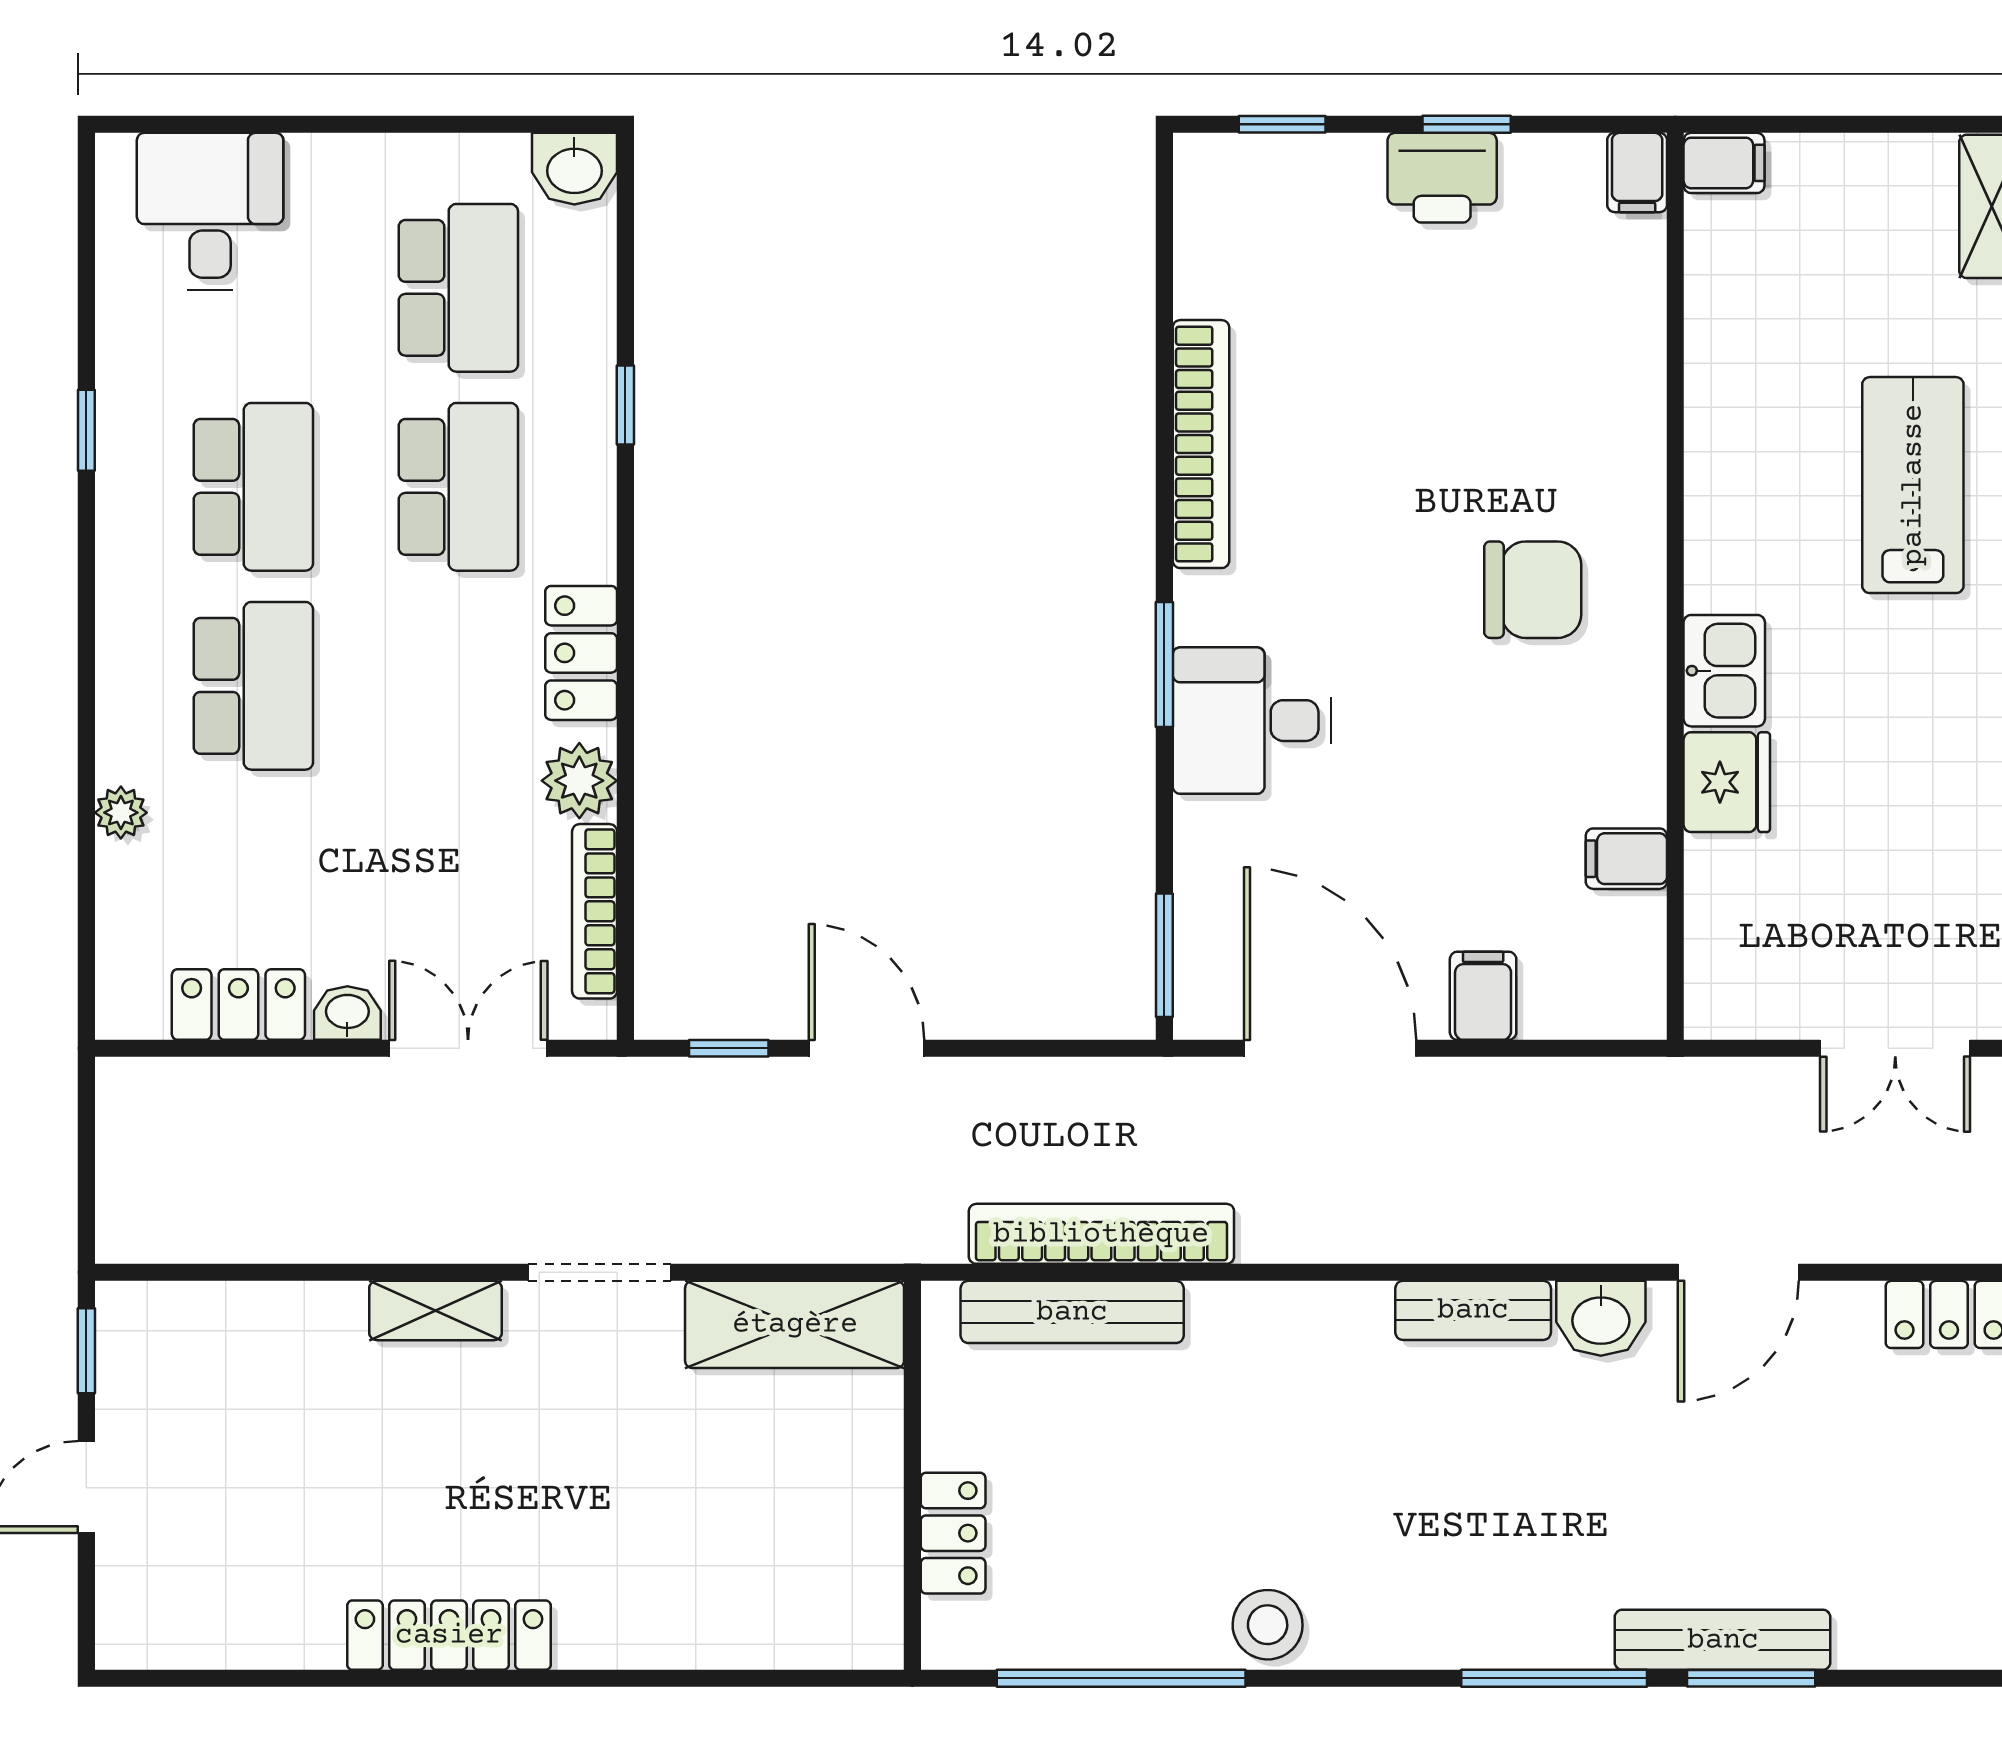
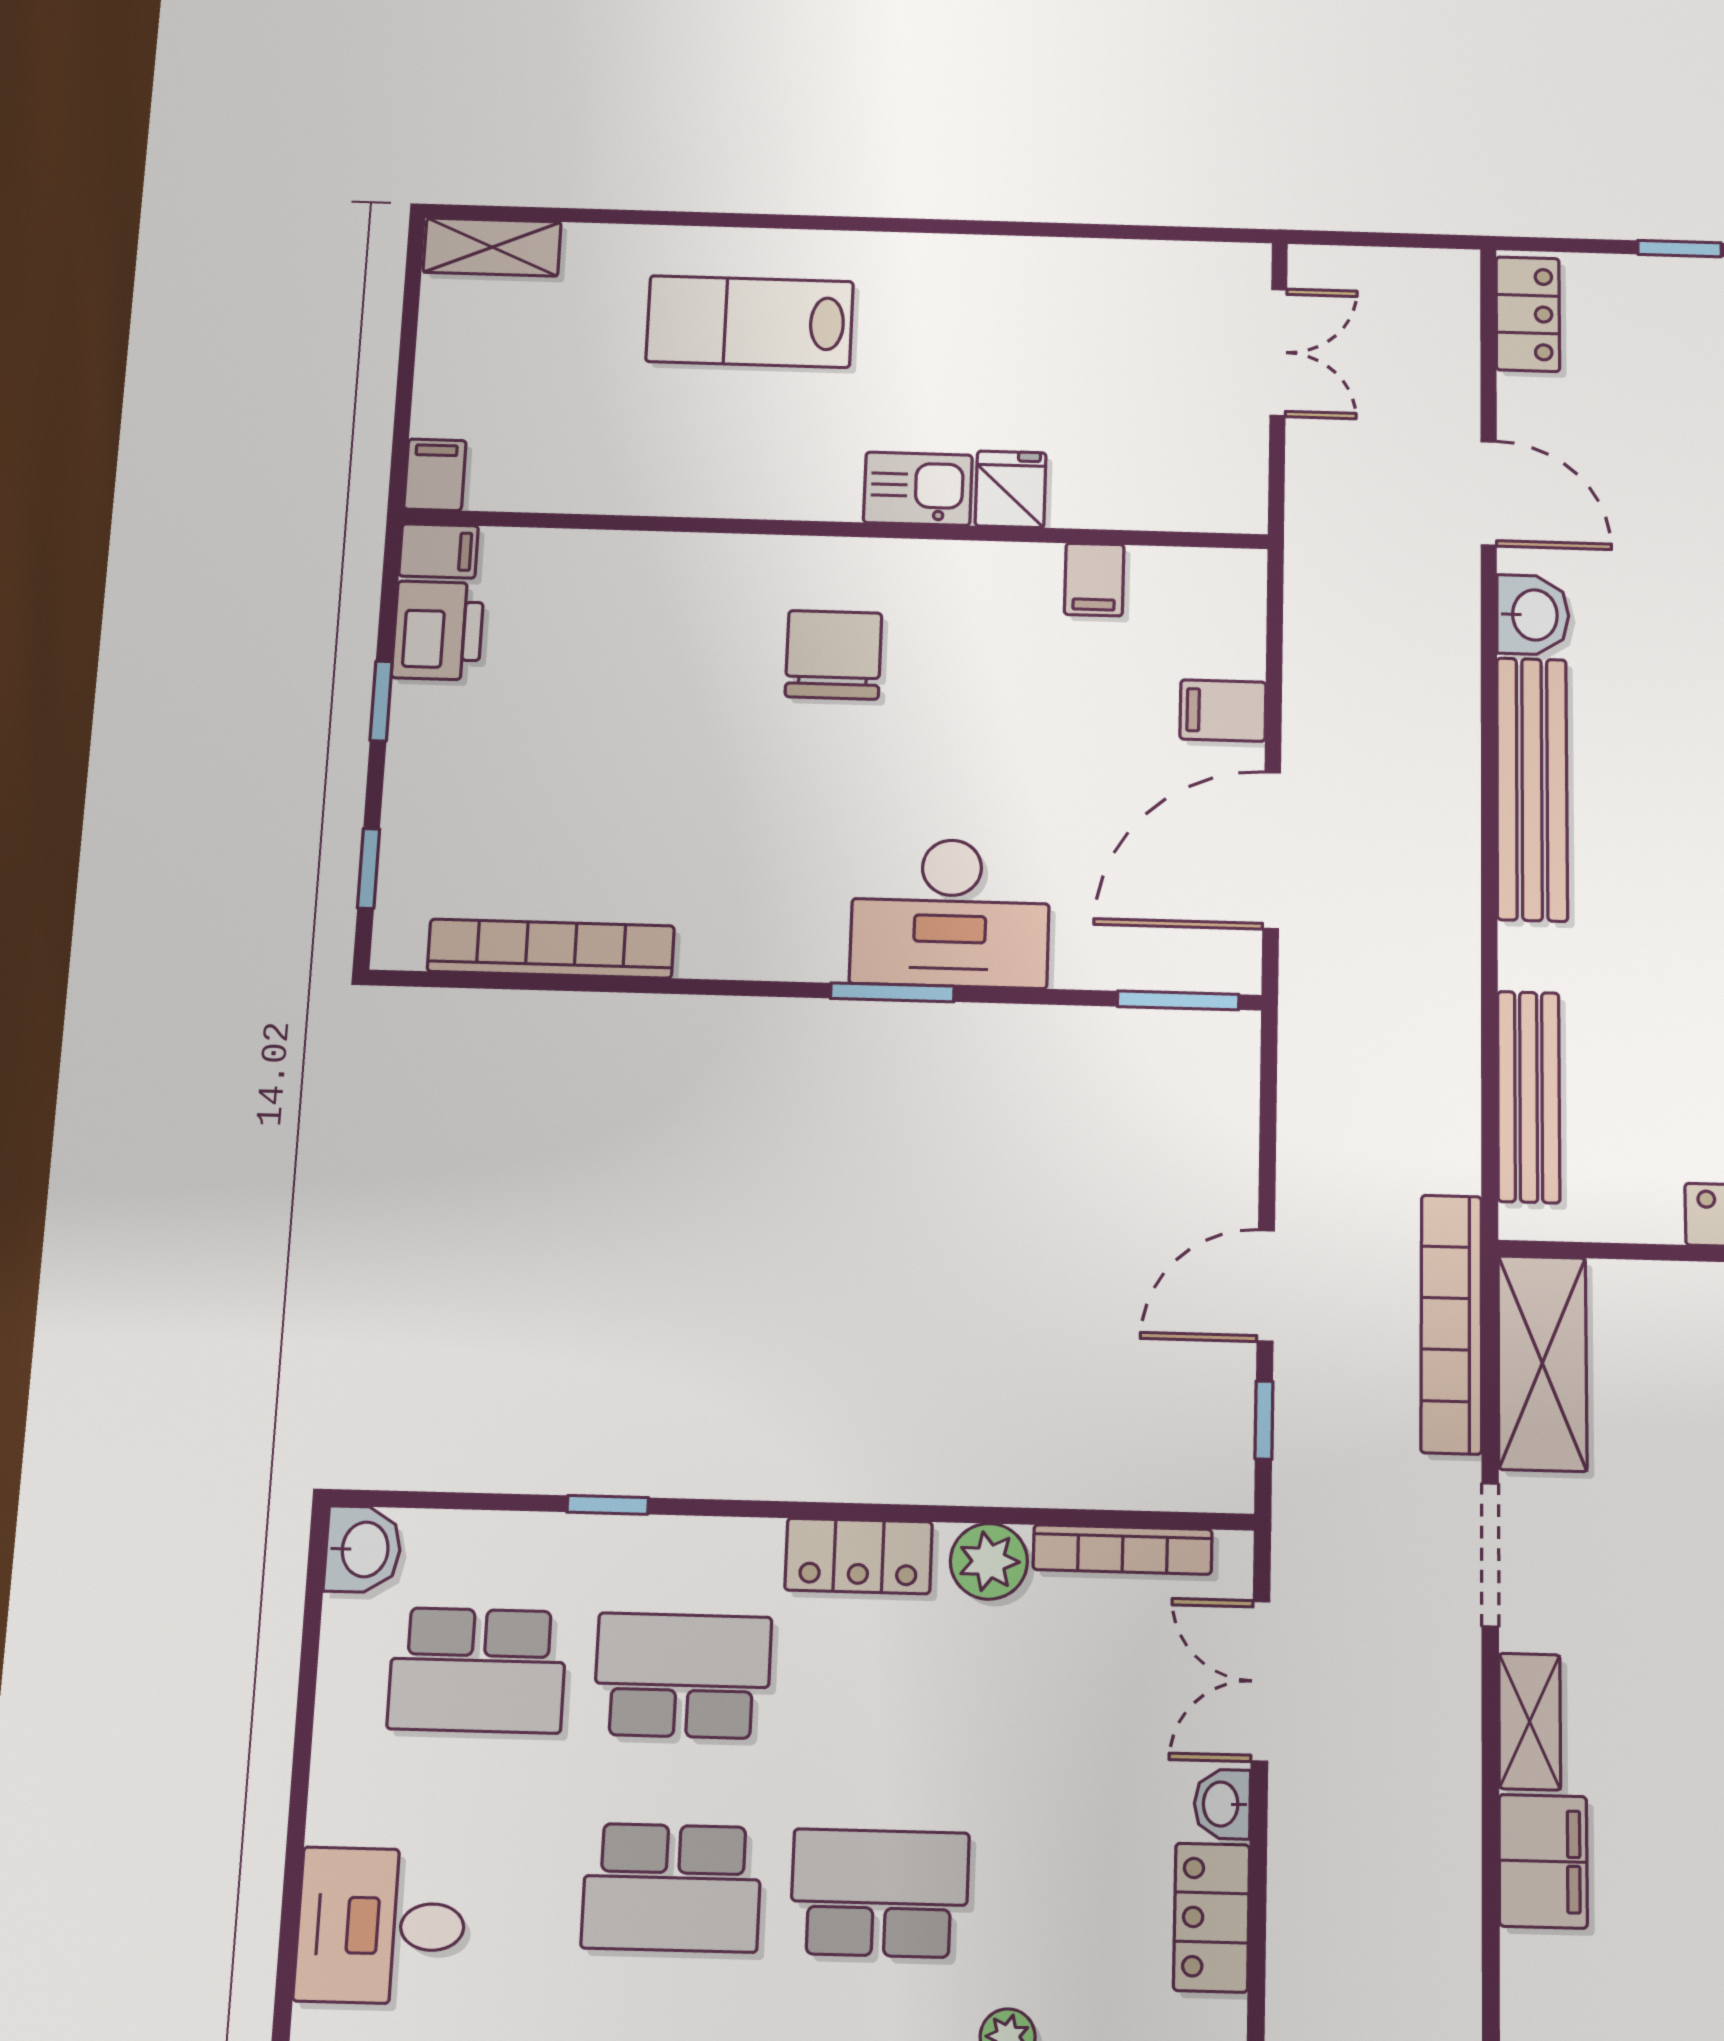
printer: (1442, 178) -> (438, 630), moved
school desk: (458, 288) -> (477, 1670), turned 180
bookcase: (1201, 444) -> (551, 949), moved
school desk: (253, 487) -> (672, 1888), turned 180
desk: (1252, 721) -> (950, 913), width x1.37
fridge: (1727, 782) -> (1011, 489), width x0.72
bookcase: (1101, 1234) -> (1451, 1324), moved
bench: (1473, 1310) -> (1532, 789), width x1.86, depth x1.21
filing cabinet: (301, 1323) -> (1543, 1861), added

